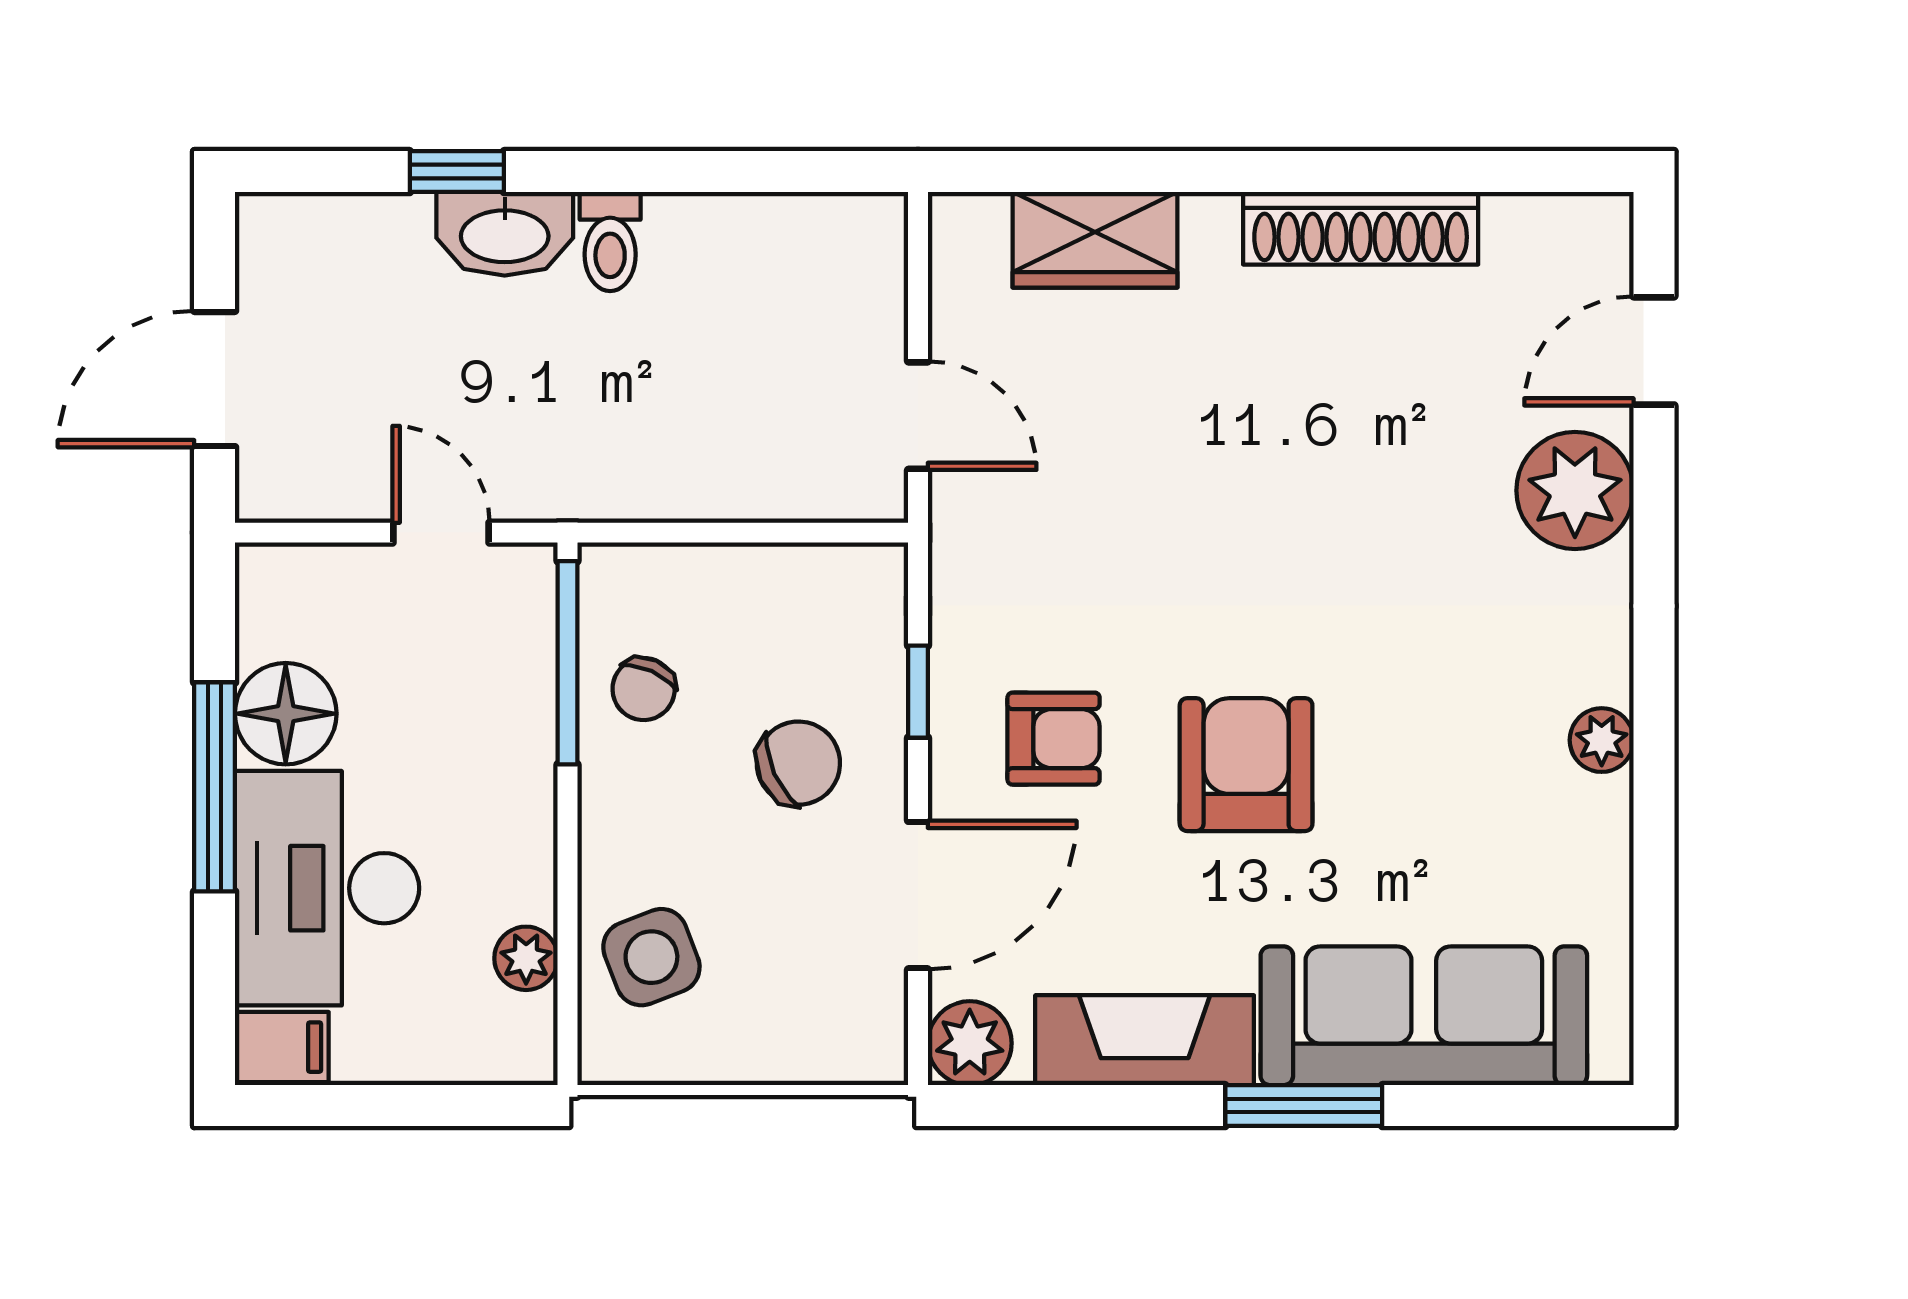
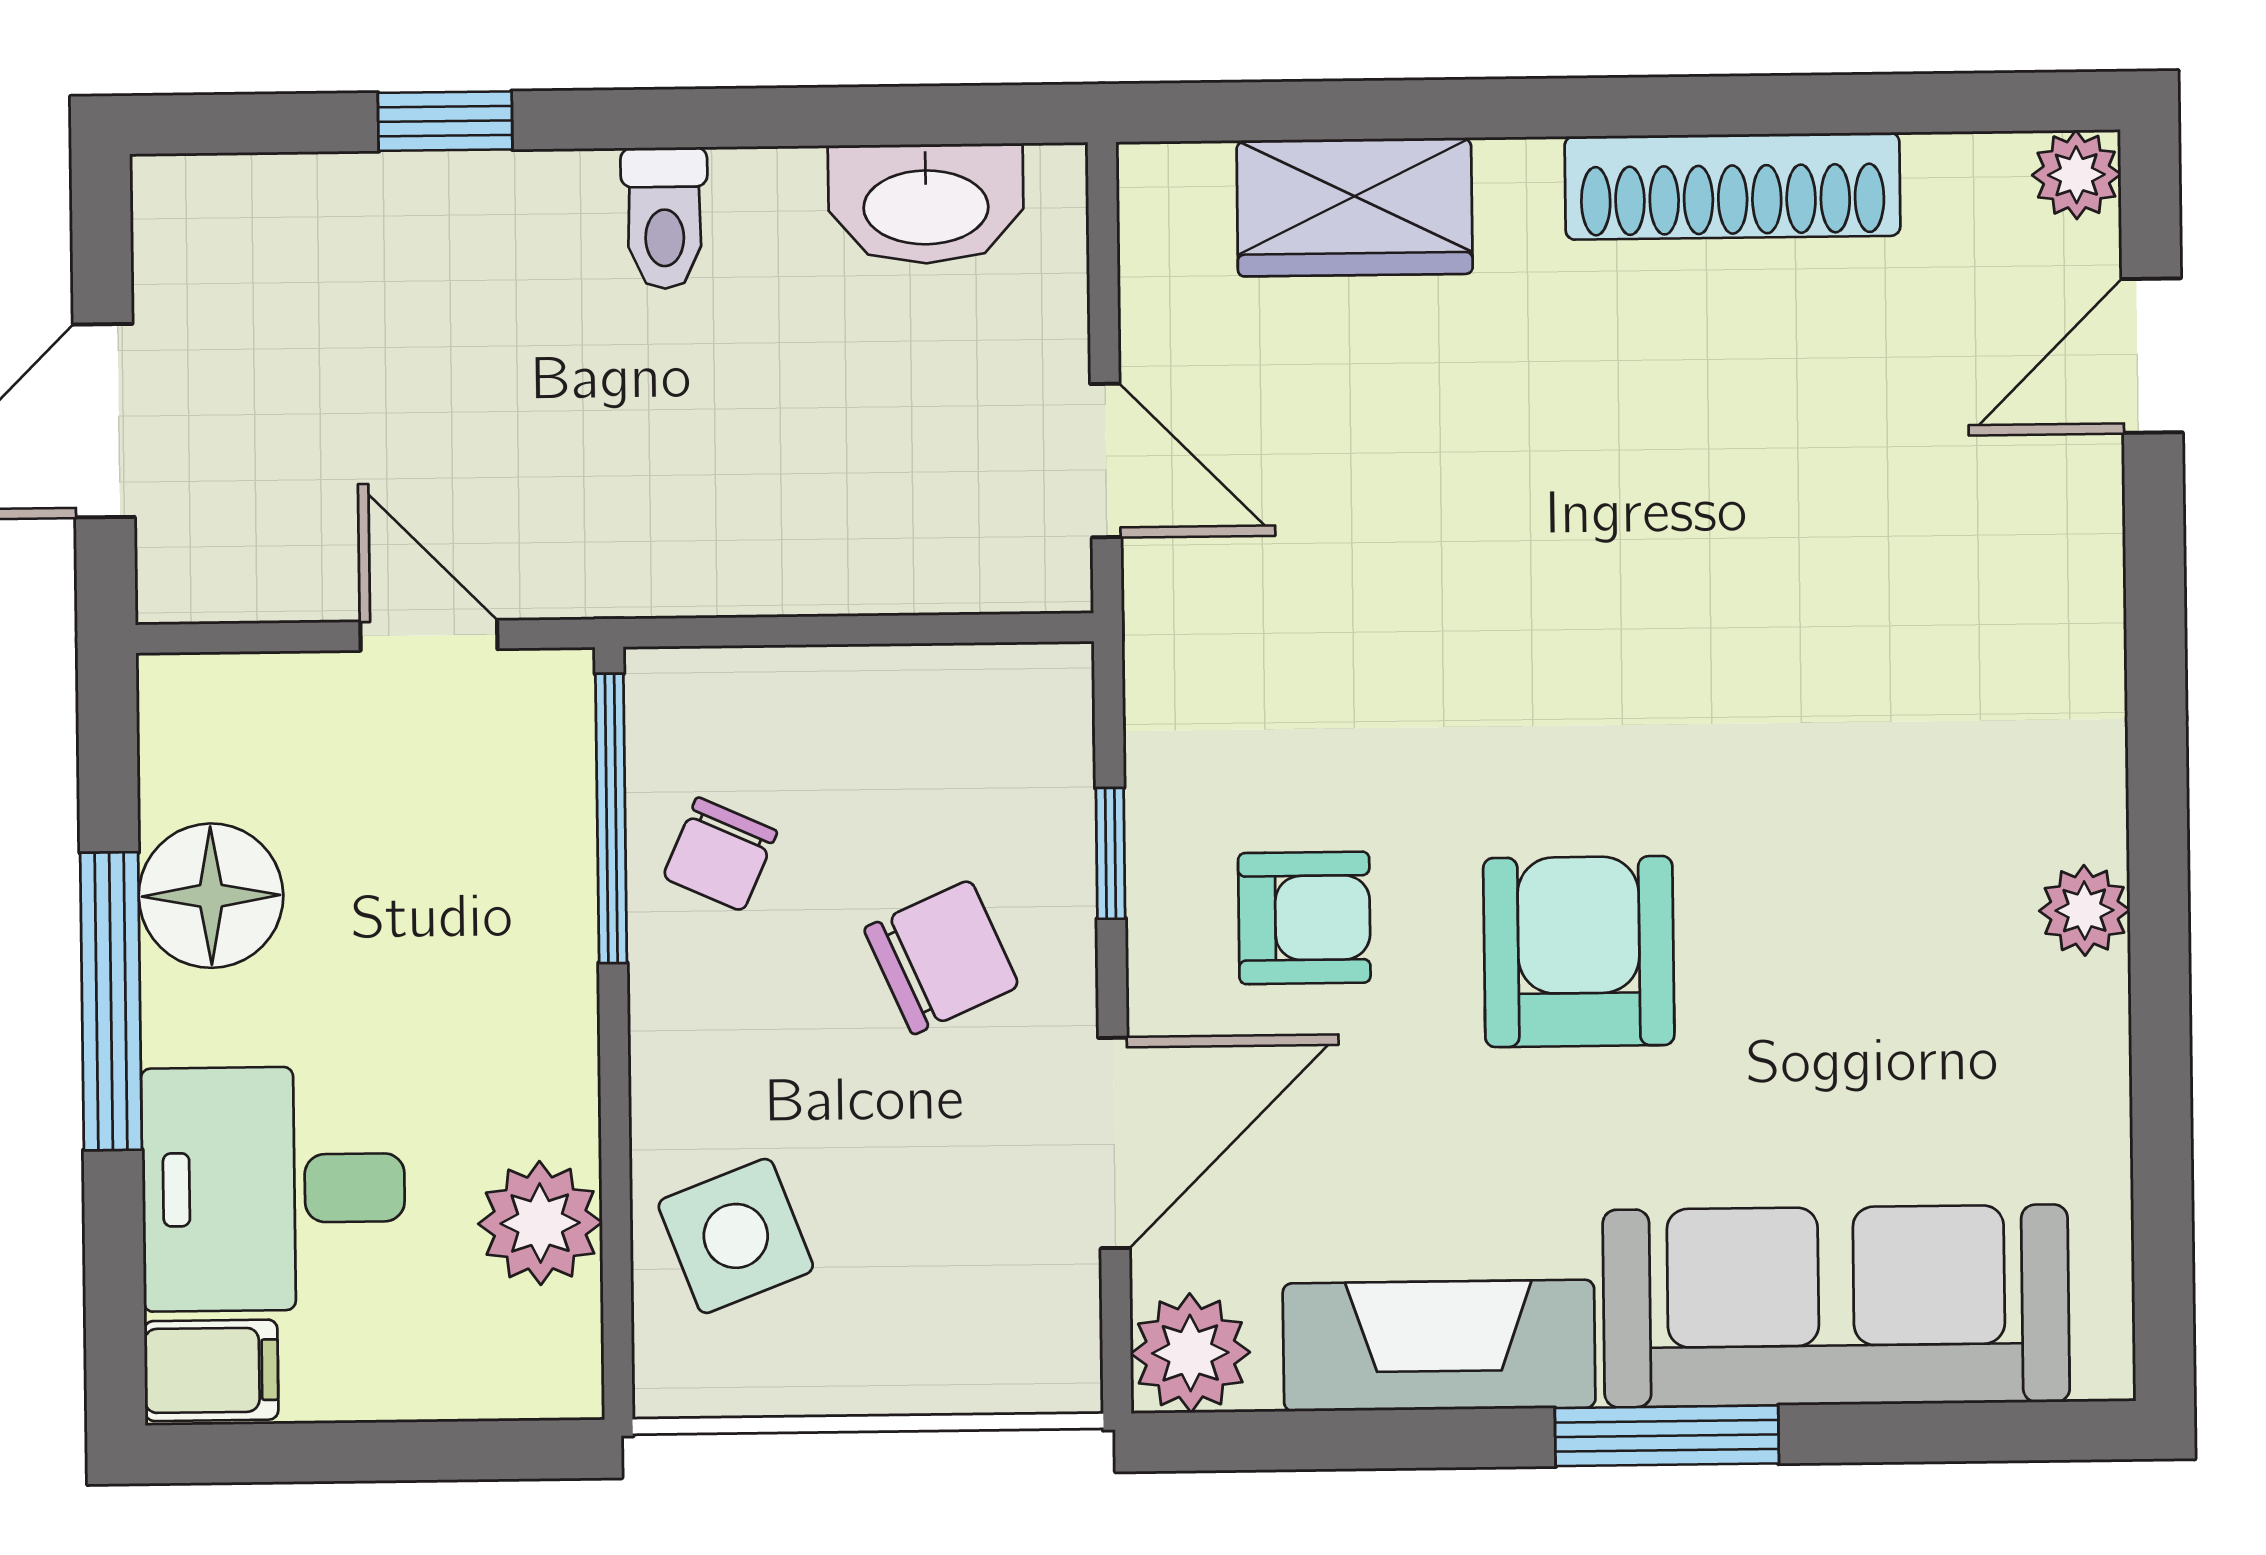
washbasin: (505, 234) -> (926, 204), moved
plant: (1575, 490) -> (2076, 175), moved, width x0.53, depth x0.53
desk: (327, 888) -> (273, 1189), width x0.73
plant: (526, 958) -> (540, 1223), width x1.38, depth x1.38

